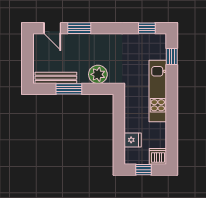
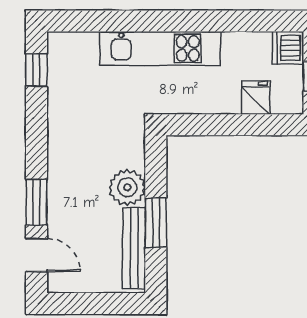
door: (52, 28) -> (37, 255), hinge flipped
window: (172, 56) -> (92, 21), removed
plant: (98, 74) -> (127, 187), moved

